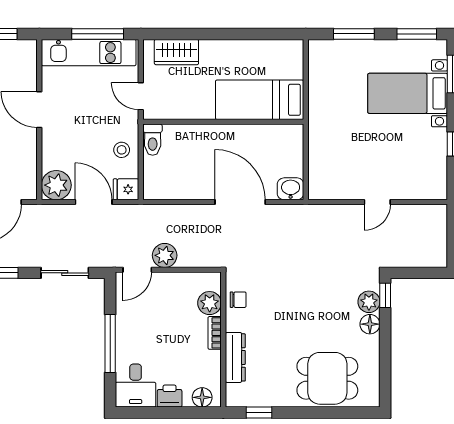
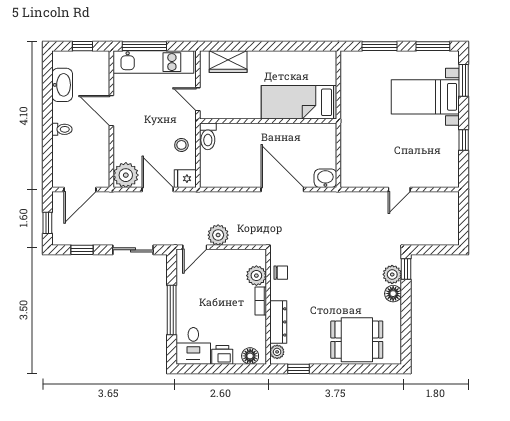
window: (98, 34) -> (144, 46), moved
plant: (234, 393) -> (277, 352), added

